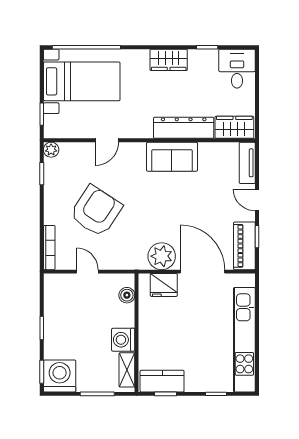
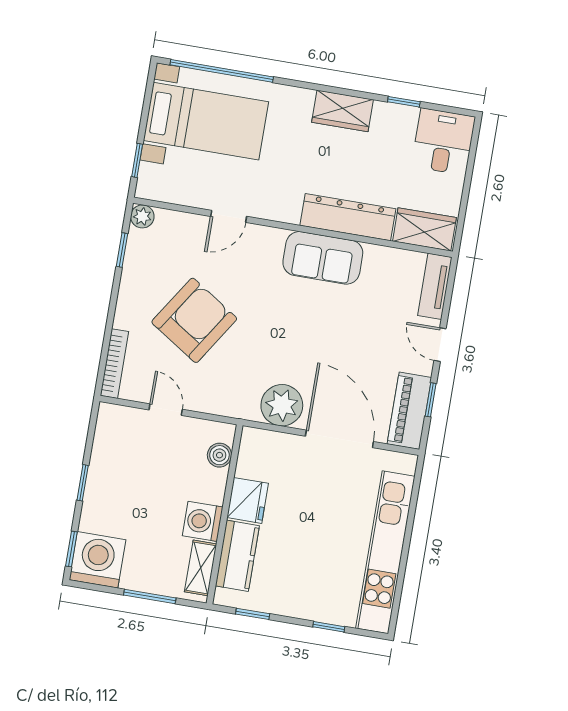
fridge: (164, 285) -> (248, 500), moved, turned -90
kitchen counter: (162, 381) -> (237, 556), moved, turned 90

